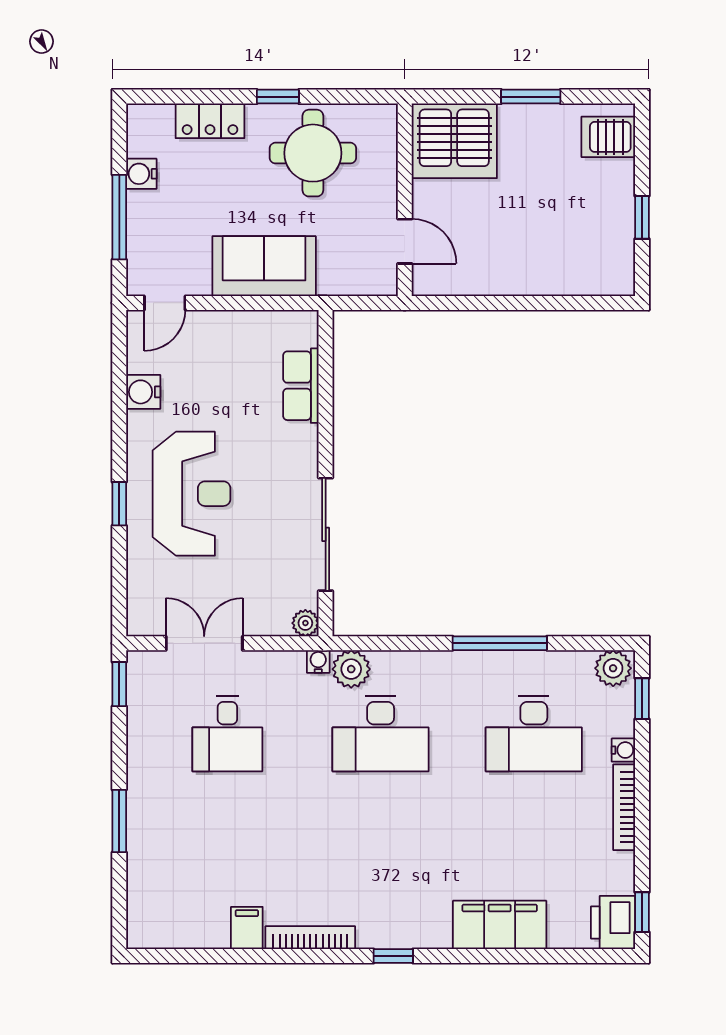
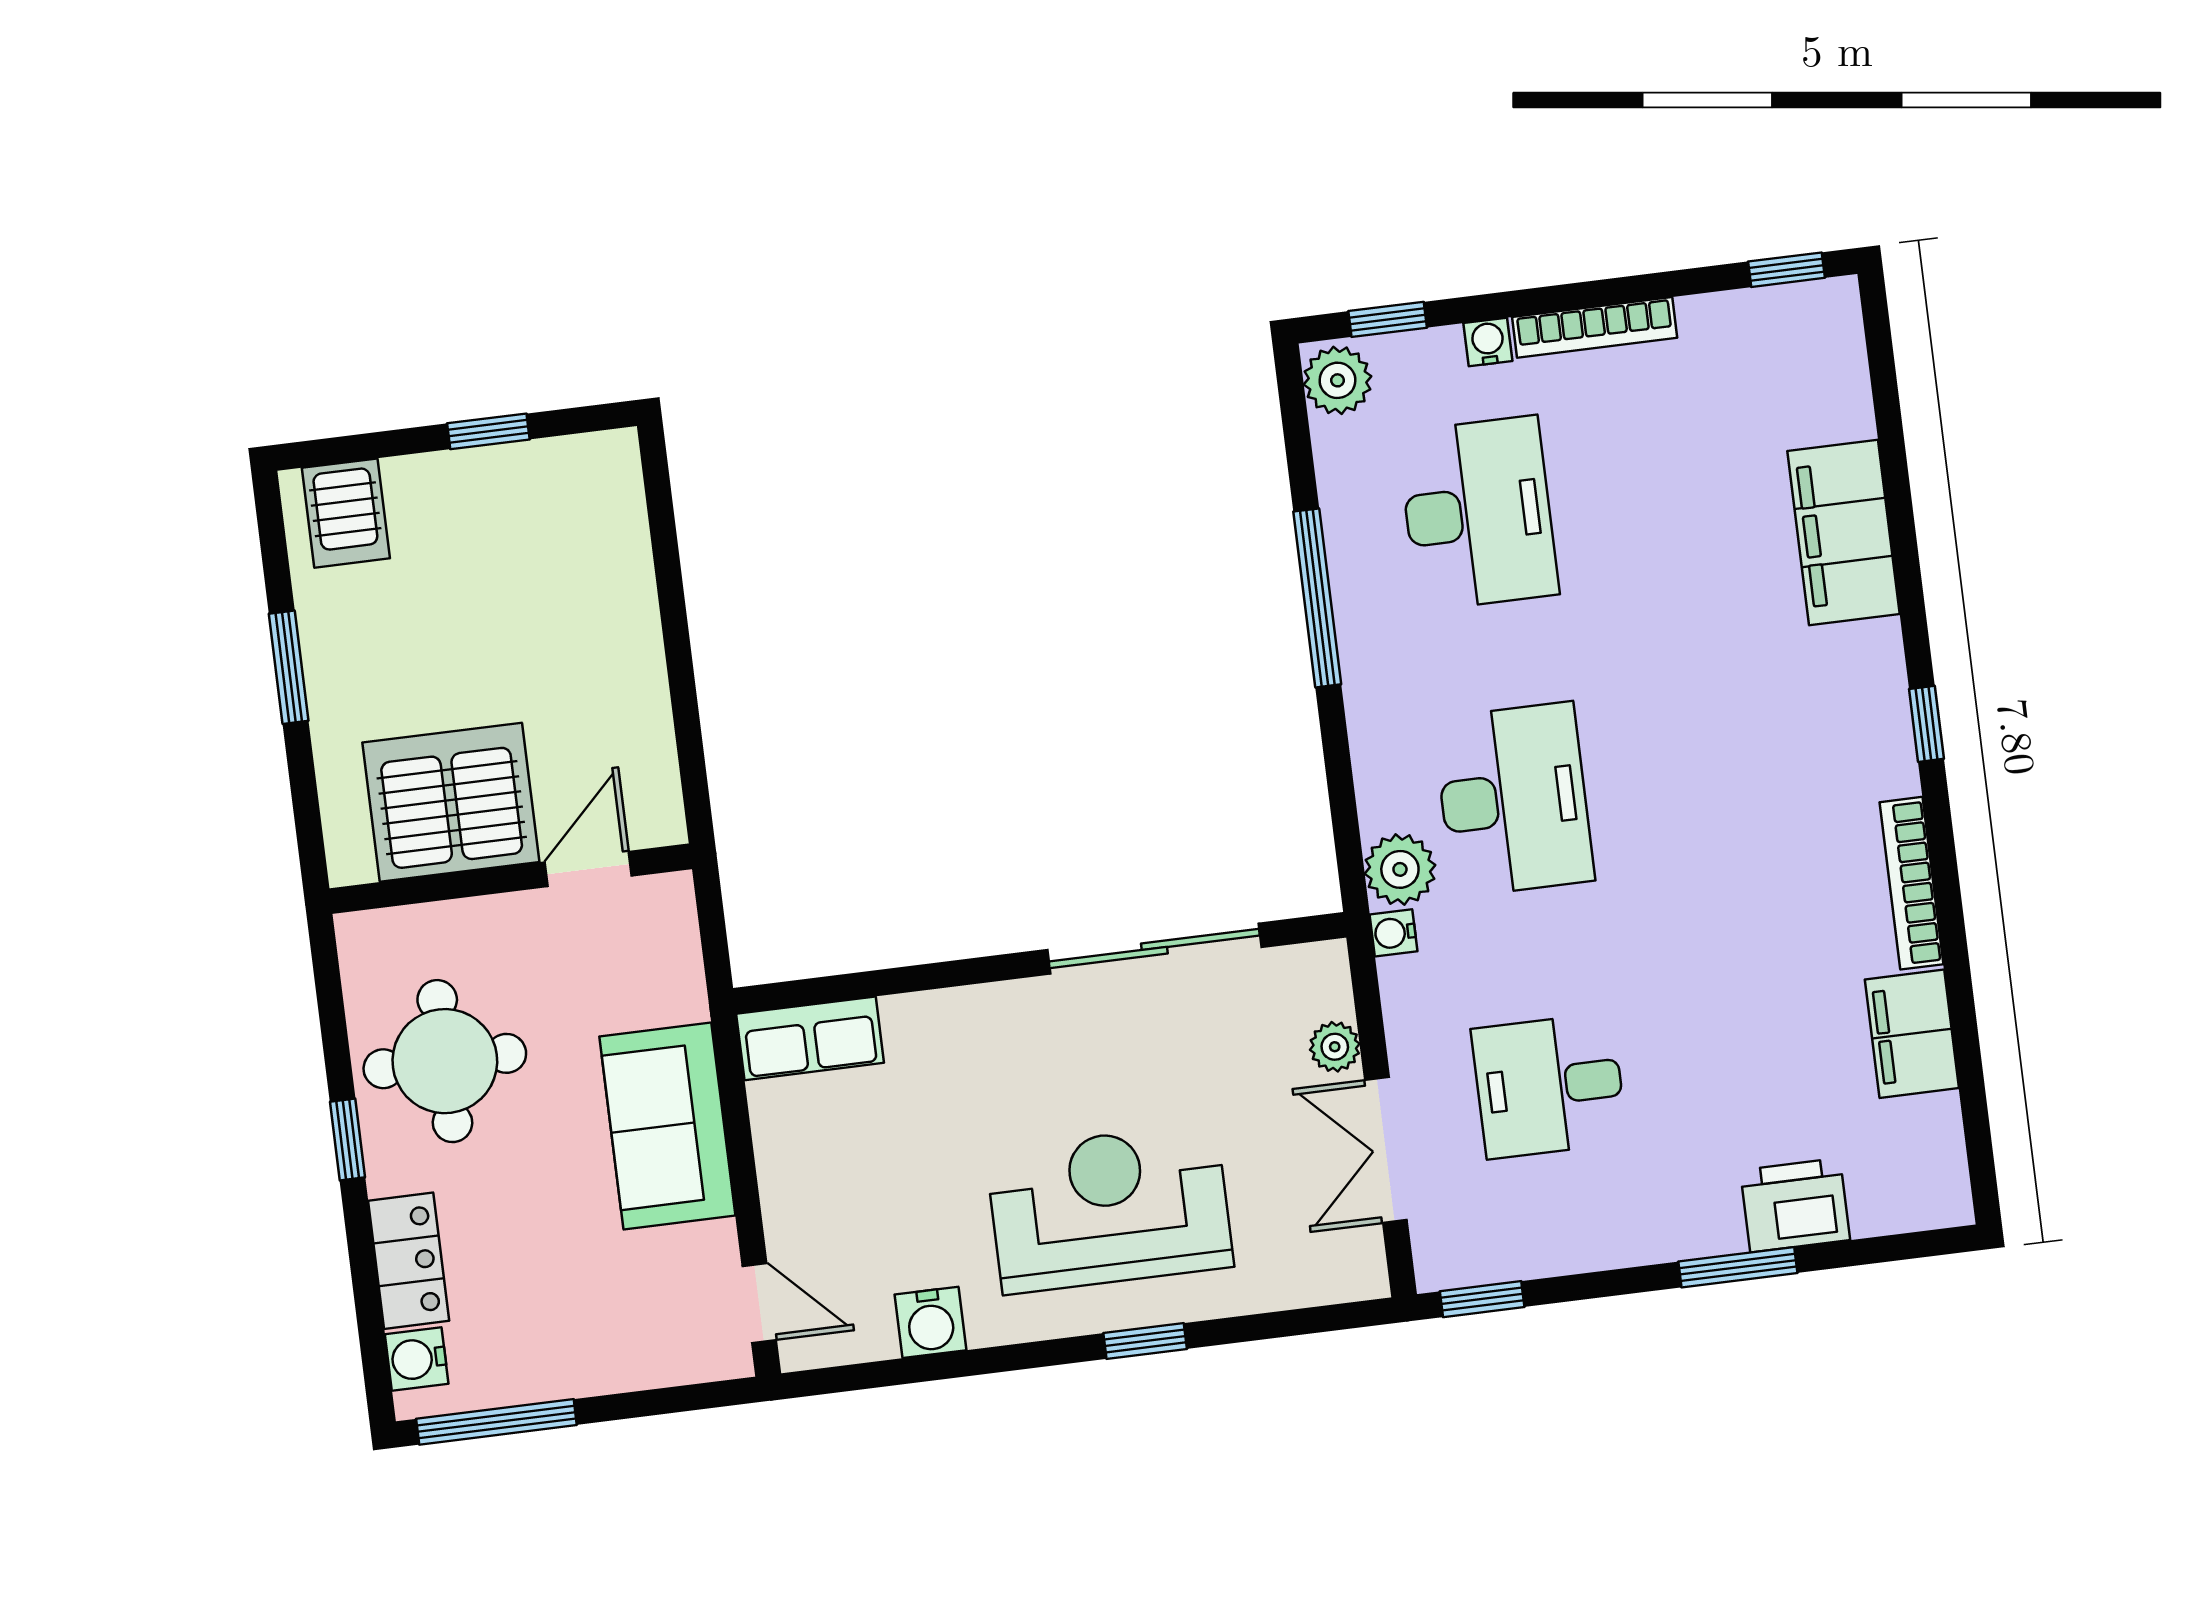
server rack: (454, 141) -> (451, 802), moved, turned -90
water cooler: (141, 174) -> (417, 1359), moved, turned 90
window: (119, 217) -> (496, 1422), moved
row of seats: (301, 386) -> (810, 1038), moved
plant: (305, 623) -> (1335, 1047), moved
desk: (227, 734) -> (1549, 1086), turned 180
printer: (613, 922) -> (1795, 1205), moved, turned 180
filing cabinet: (247, 928) -> (1912, 1034), width x2.00

